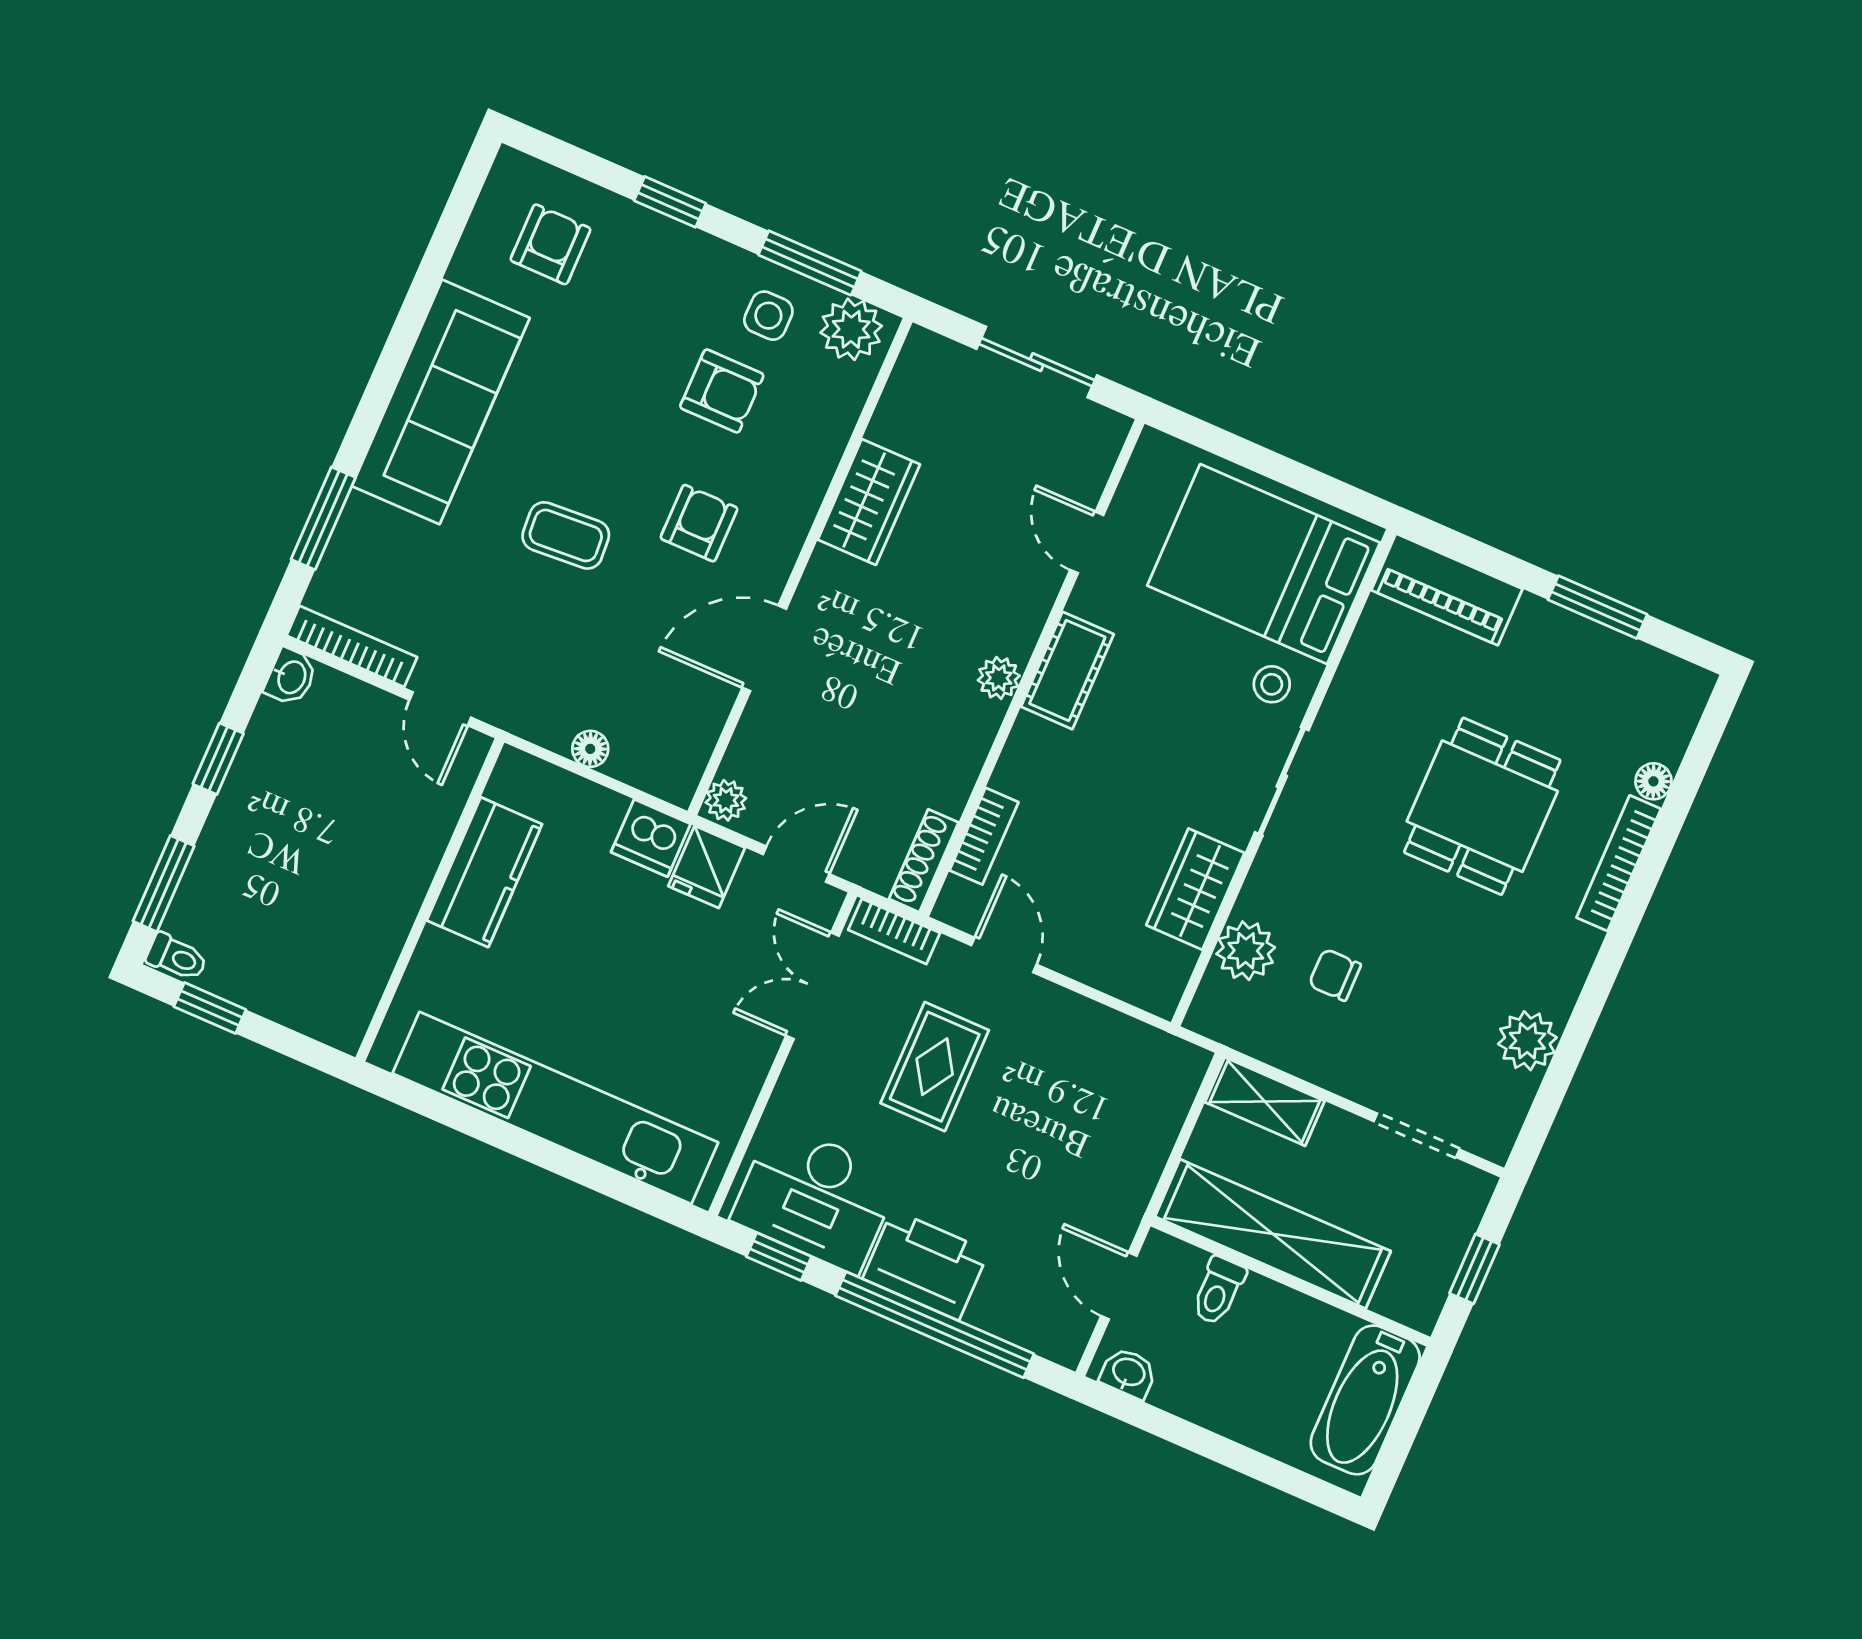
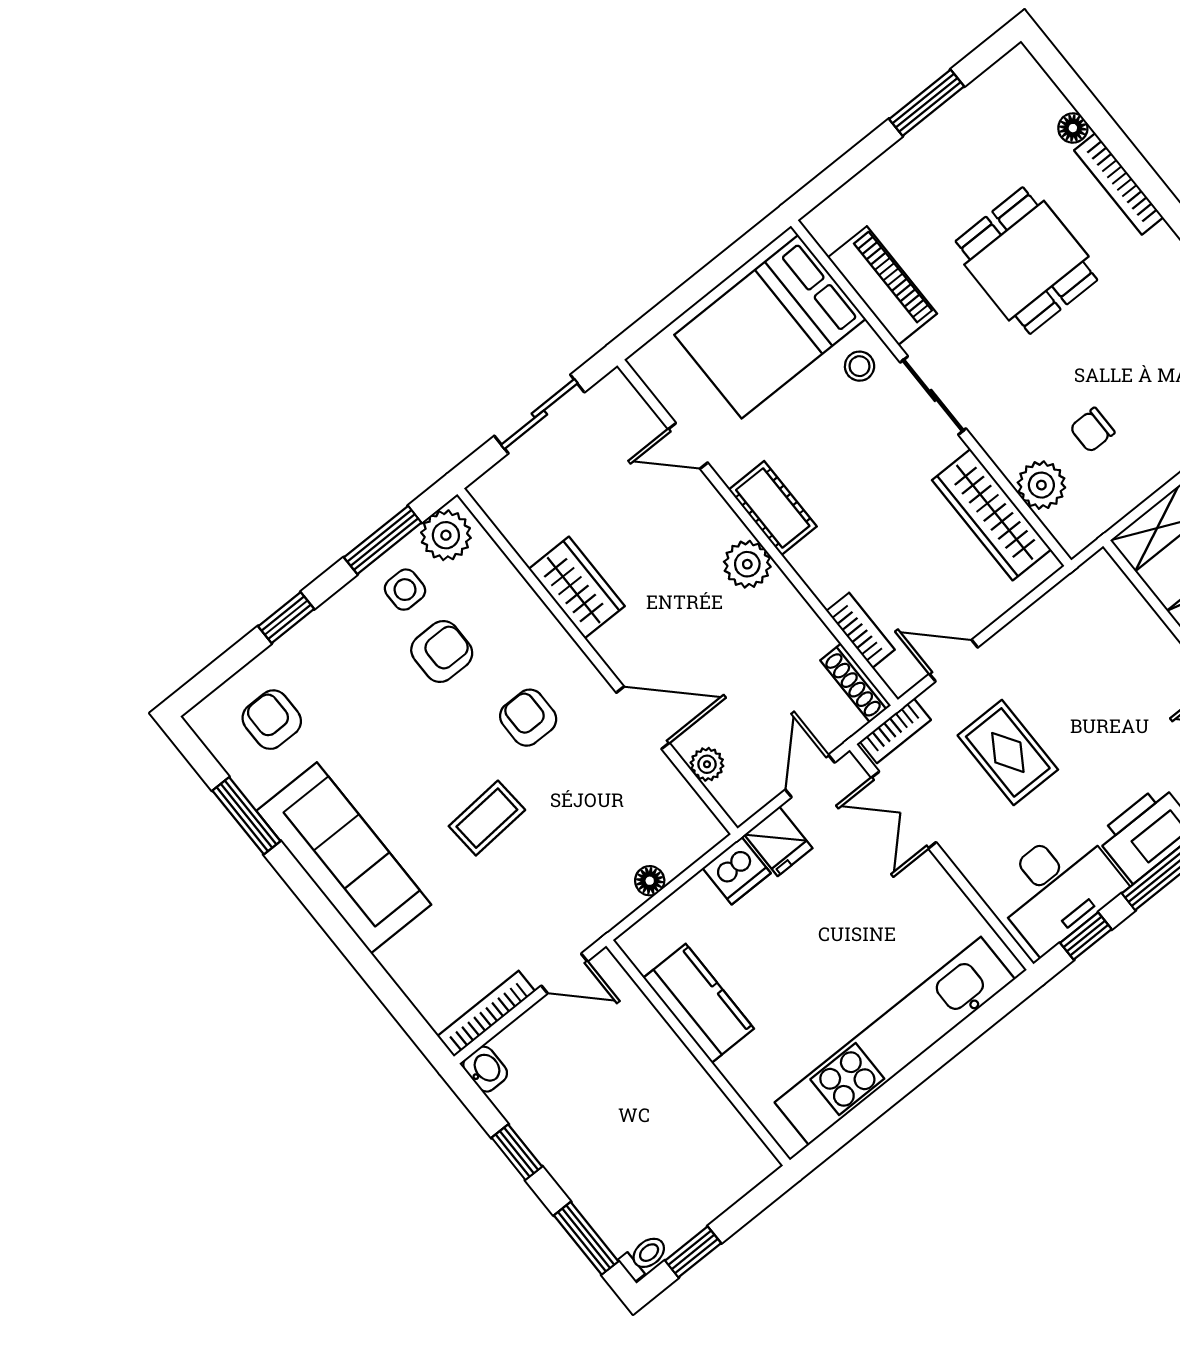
window: (323, 518) -> (246, 816), moved
piano: (1447, 589) -> (882, 286), moved, turned -90
door: (764, 648) -> (643, 718), swing flipped
plant: (999, 678) -> (747, 564), width x1.38, depth x1.38
plant: (726, 800) -> (707, 764), moved
wardrobe: (1195, 889) -> (992, 515), width x1.50

